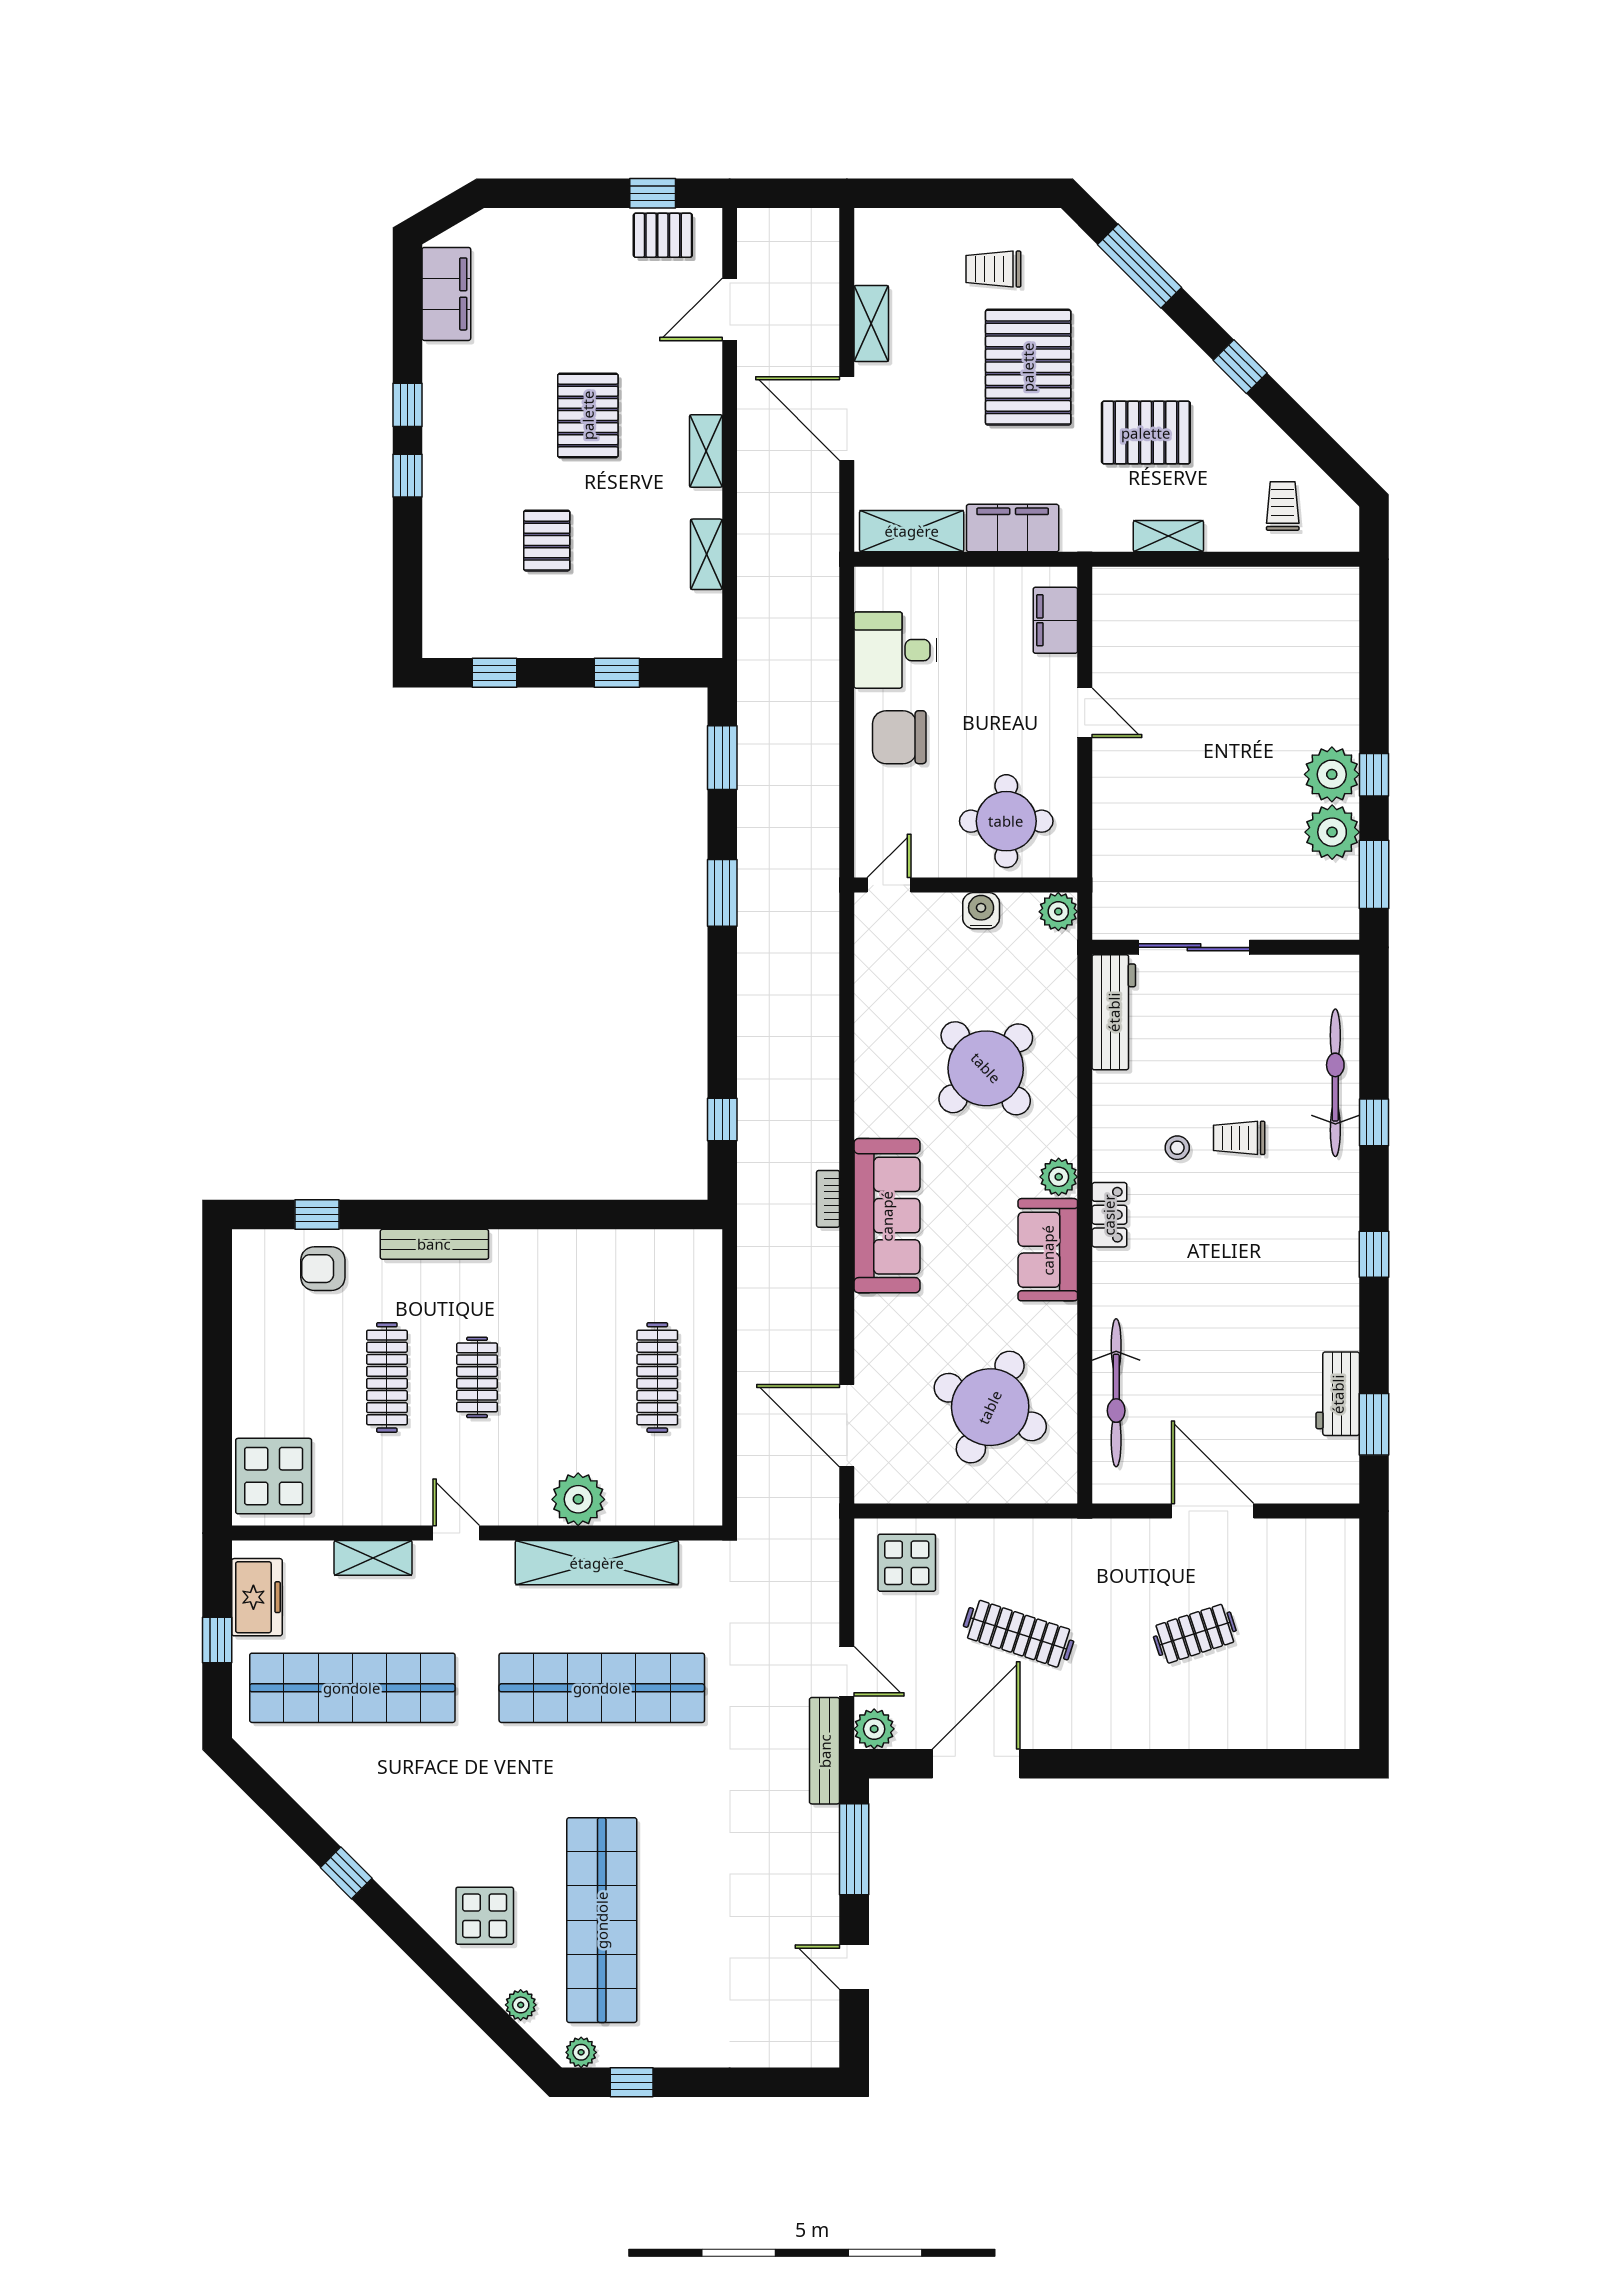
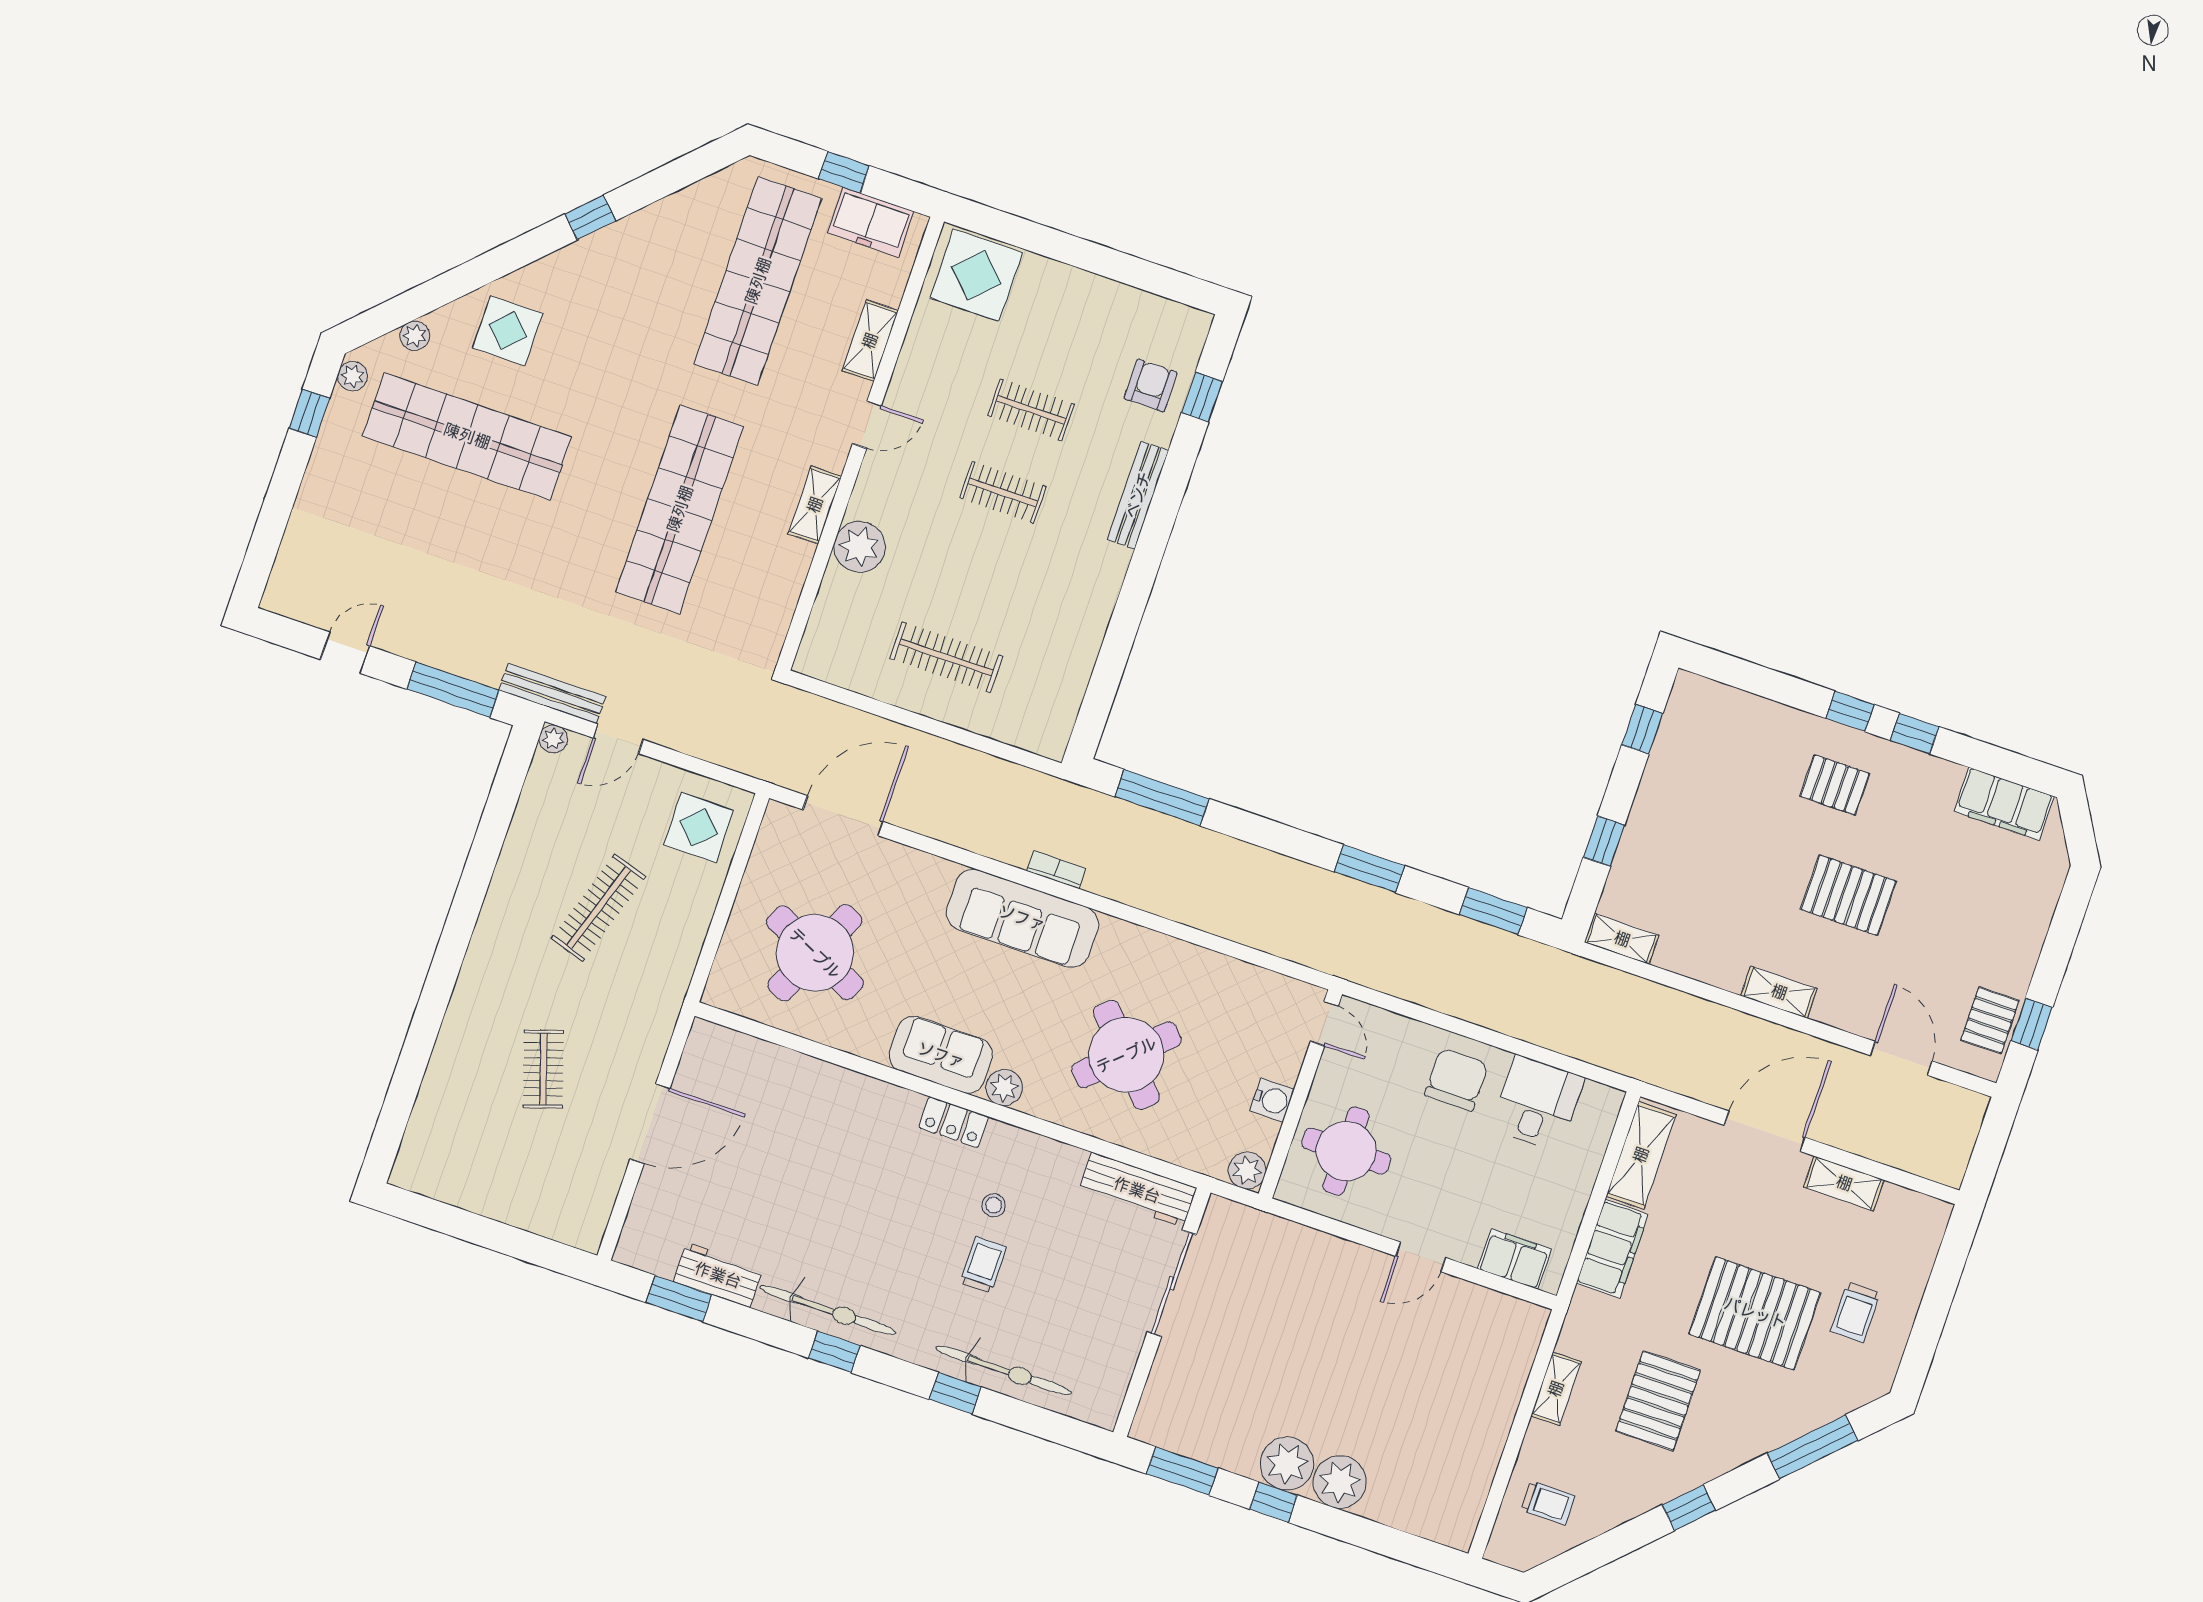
trolley: (993, 269) -> (1855, 1312), turned 180
pallet: (547, 541) -> (1835, 785), moved
shelving: (706, 554) -> (1622, 939), moved
plant: (1332, 832) -> (1340, 1482), moved
window: (722, 1119) -> (1162, 798), width x2.17
clothes rail: (387, 1377) -> (1031, 410), width x0.73
bicycle: (1116, 1393) -> (828, 1310), moved, turned 180
shelving: (597, 1563) -> (815, 505), width x0.45, depth x0.75
plant: (874, 1729) -> (553, 739), width x0.73, depth x0.73
door: (976, 1764) -> (493, 828), removed

